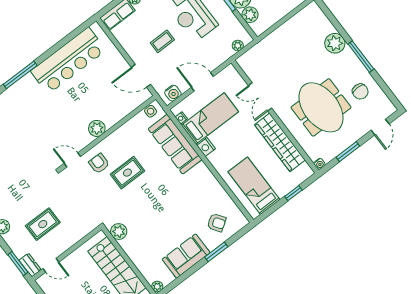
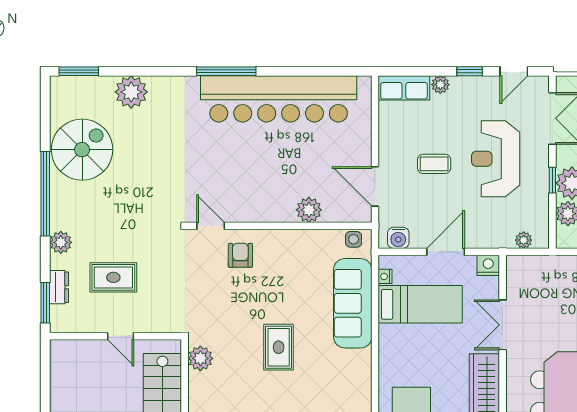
bar counter: (68, 61) -> (279, 99), width x1.36
door: (202, 82) -> (446, 252), hinge flipped
plant: (97, 128) -> (309, 210), moved
nightstand: (206, 147) -> (488, 265), moved, turned 90
rug: (127, 173) -> (279, 347), moved, turned 90
dresser: (30, 265) -> (59, 287), moved
door: (51, 265) -> (121, 336), moved

